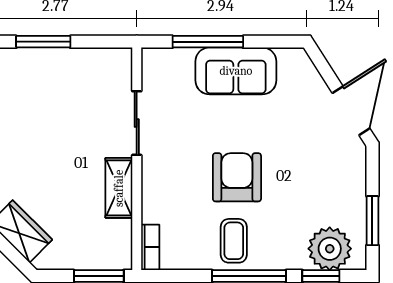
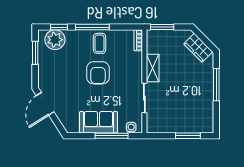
side table: (165, 60) -> (131, 127), added

